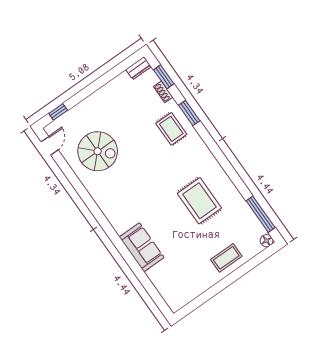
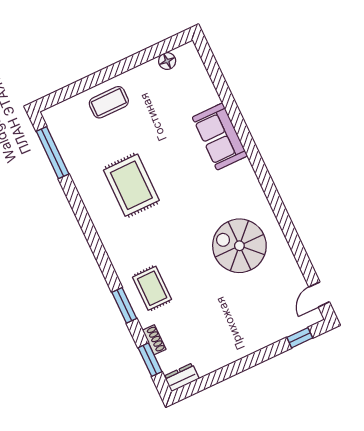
spiral stairs: (98, 151) -> (239, 246), moved
floor lamp: (267, 241) -> (167, 61), moved

